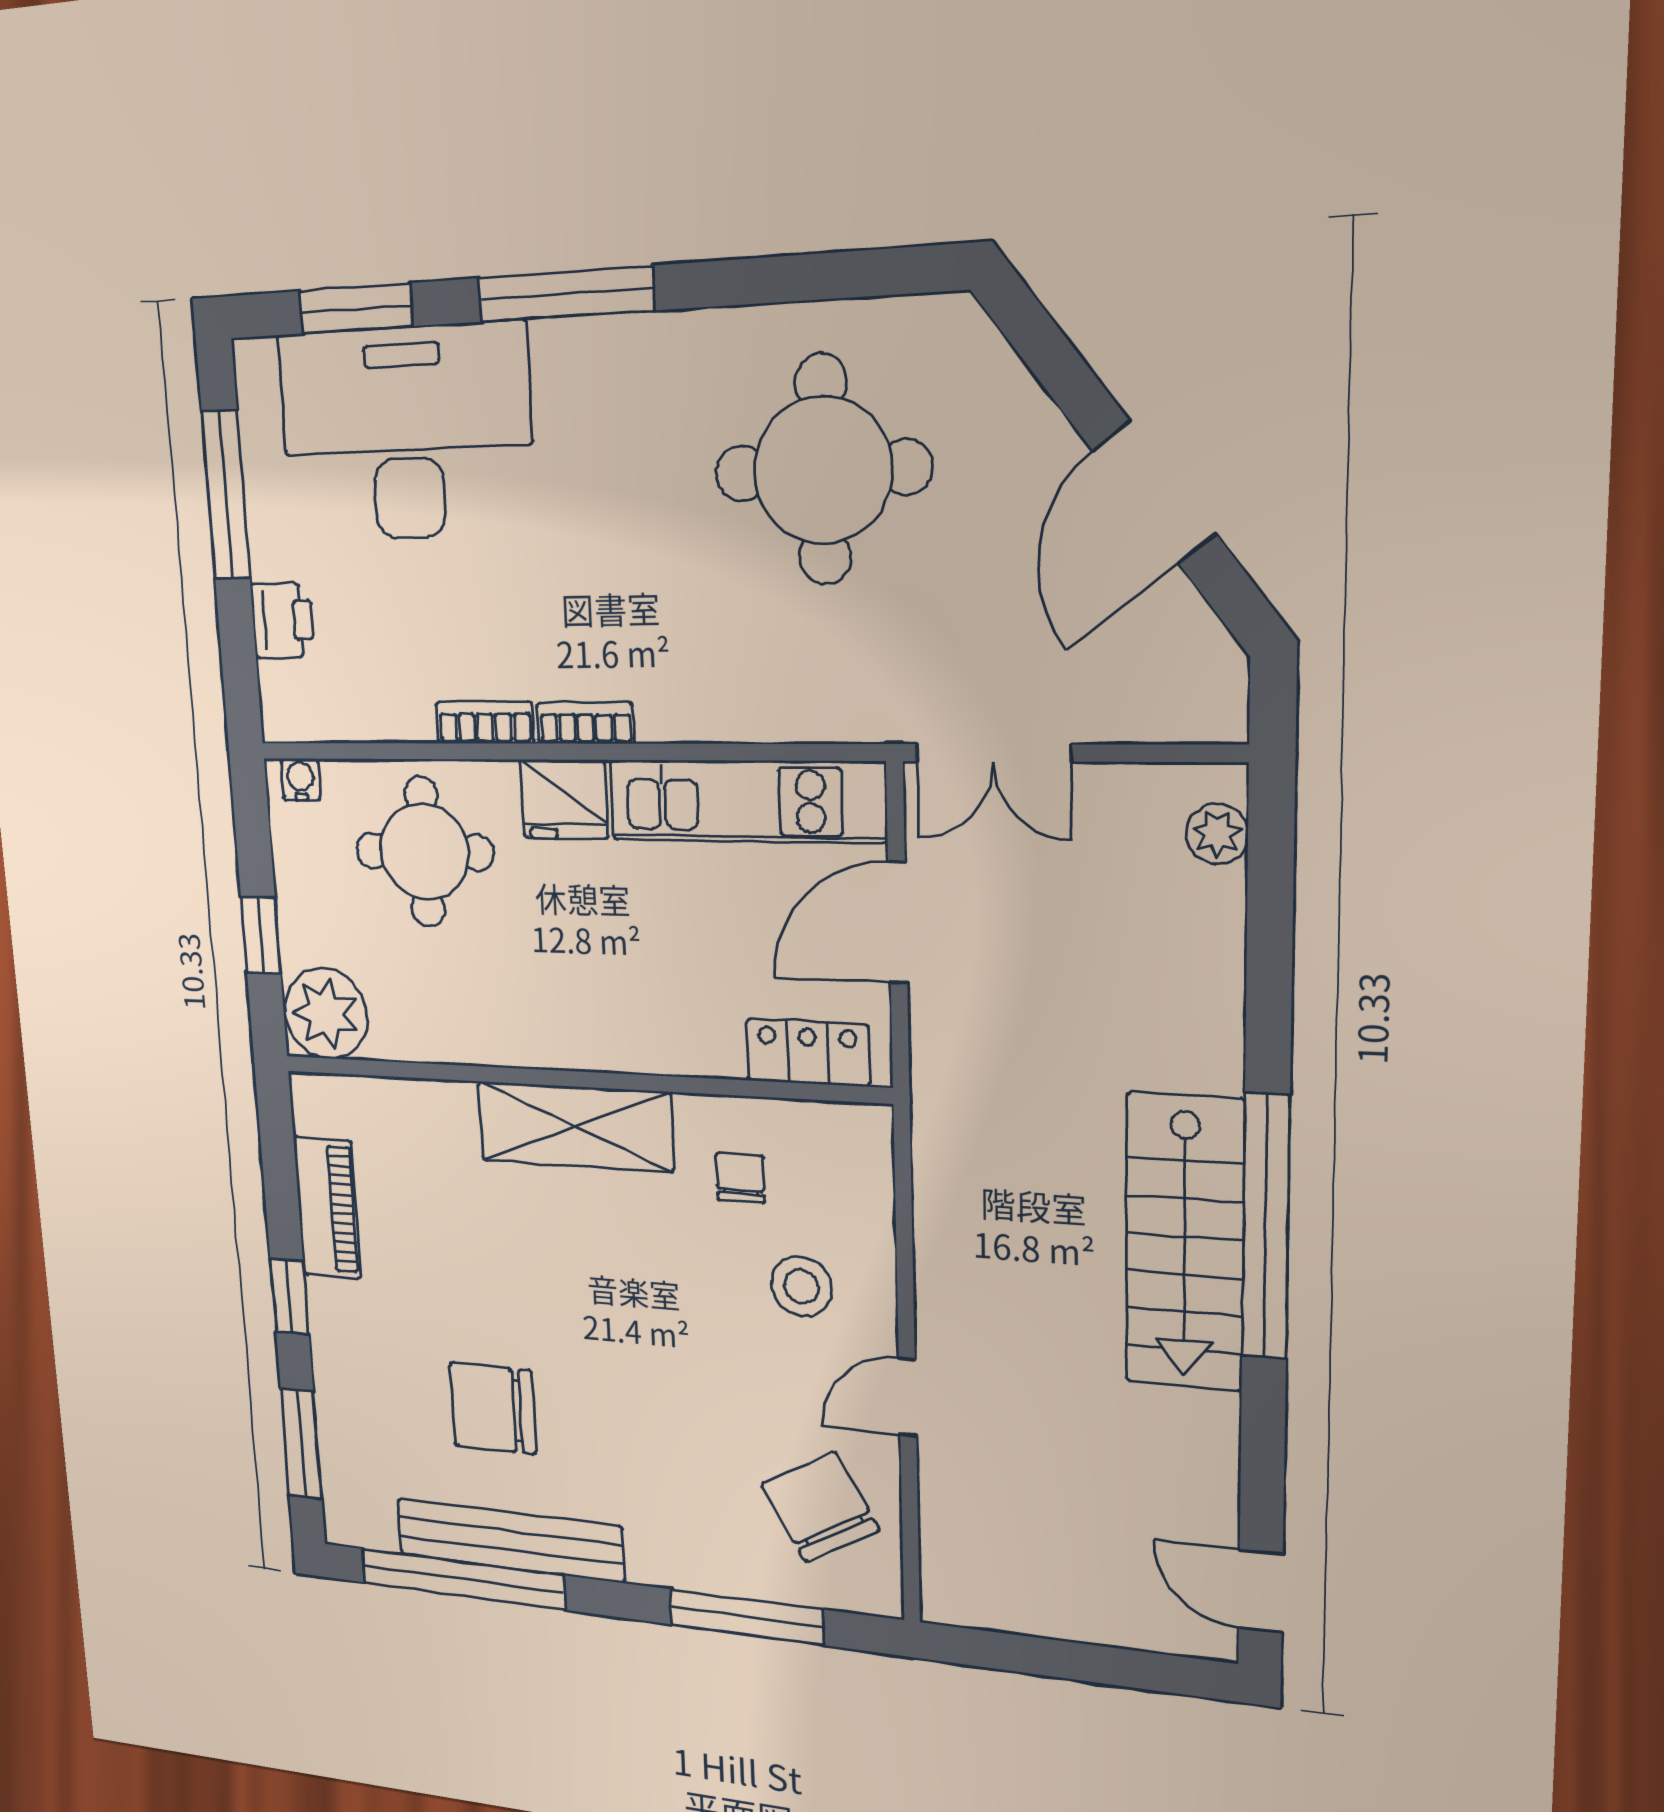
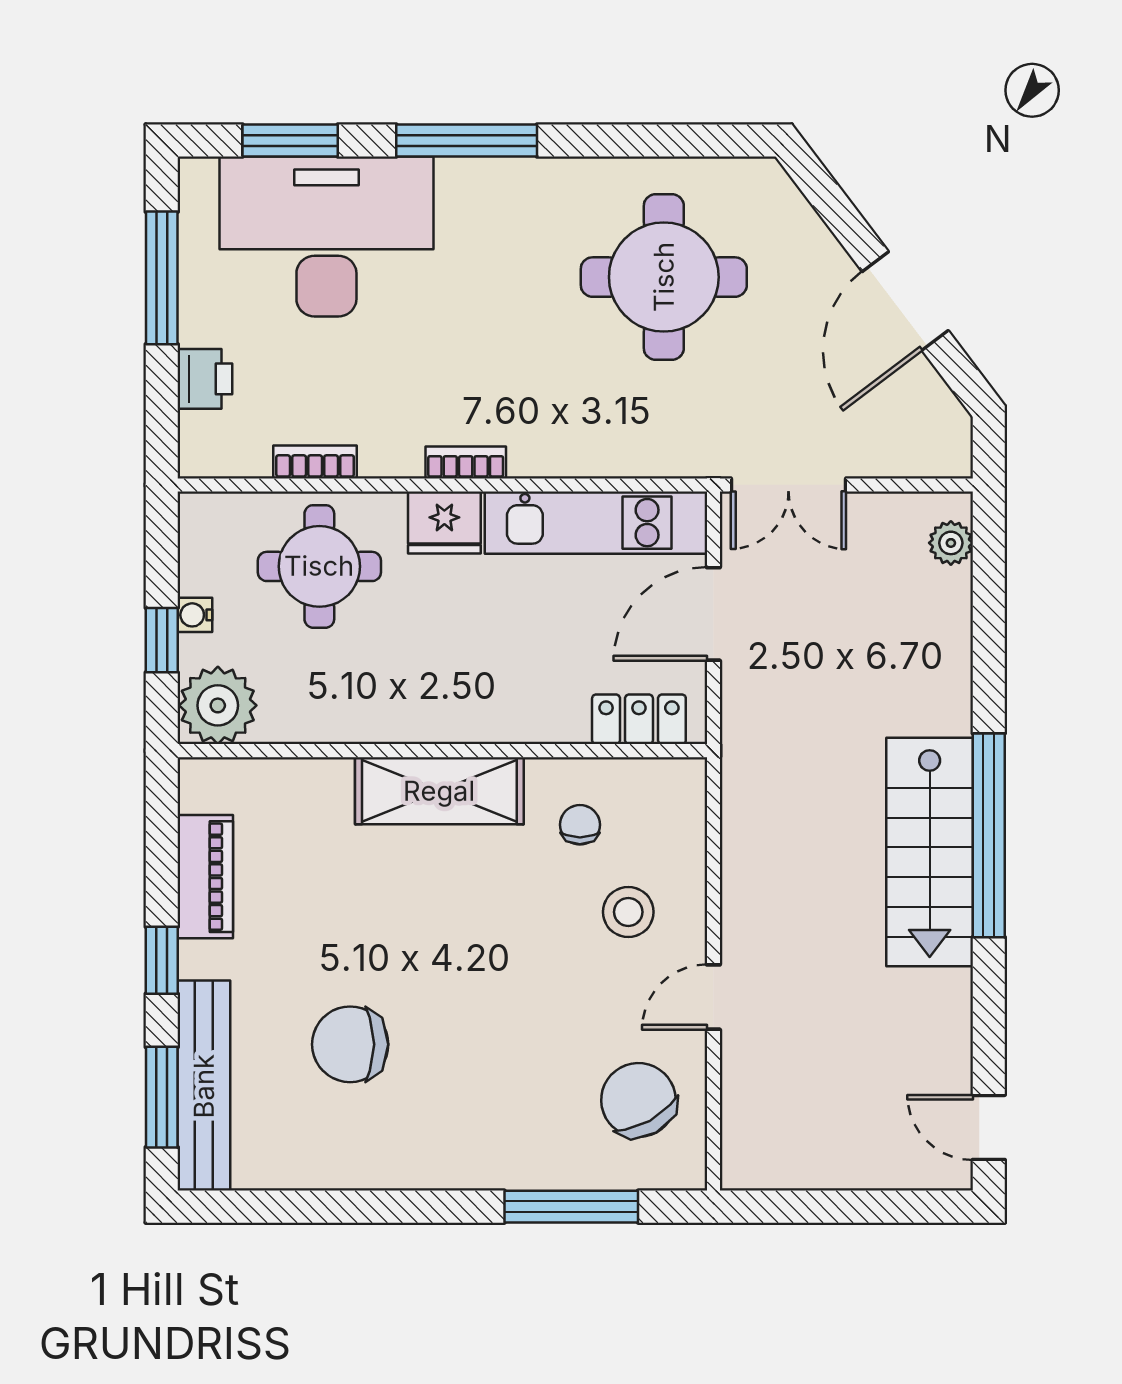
bookcase: (485, 722) -> (315, 462), moved
water cooler: (301, 780) -> (195, 615), moved, turned -90
bench: (509, 1540) -> (204, 1086), moved, turned 90
window: (462, 1579) -> (311, 1207), removed

